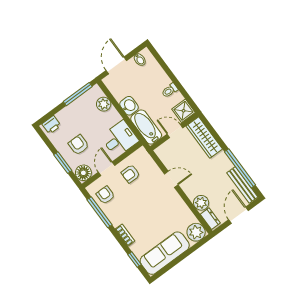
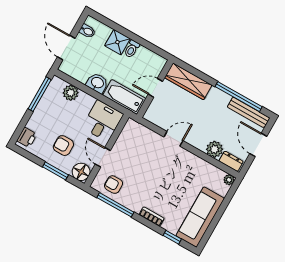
shower: (183, 111) -> (117, 42), moved
armchair: (130, 174) -> (129, 152), removed
plant: (196, 232) -> (229, 180), width x0.53, depth x0.53

